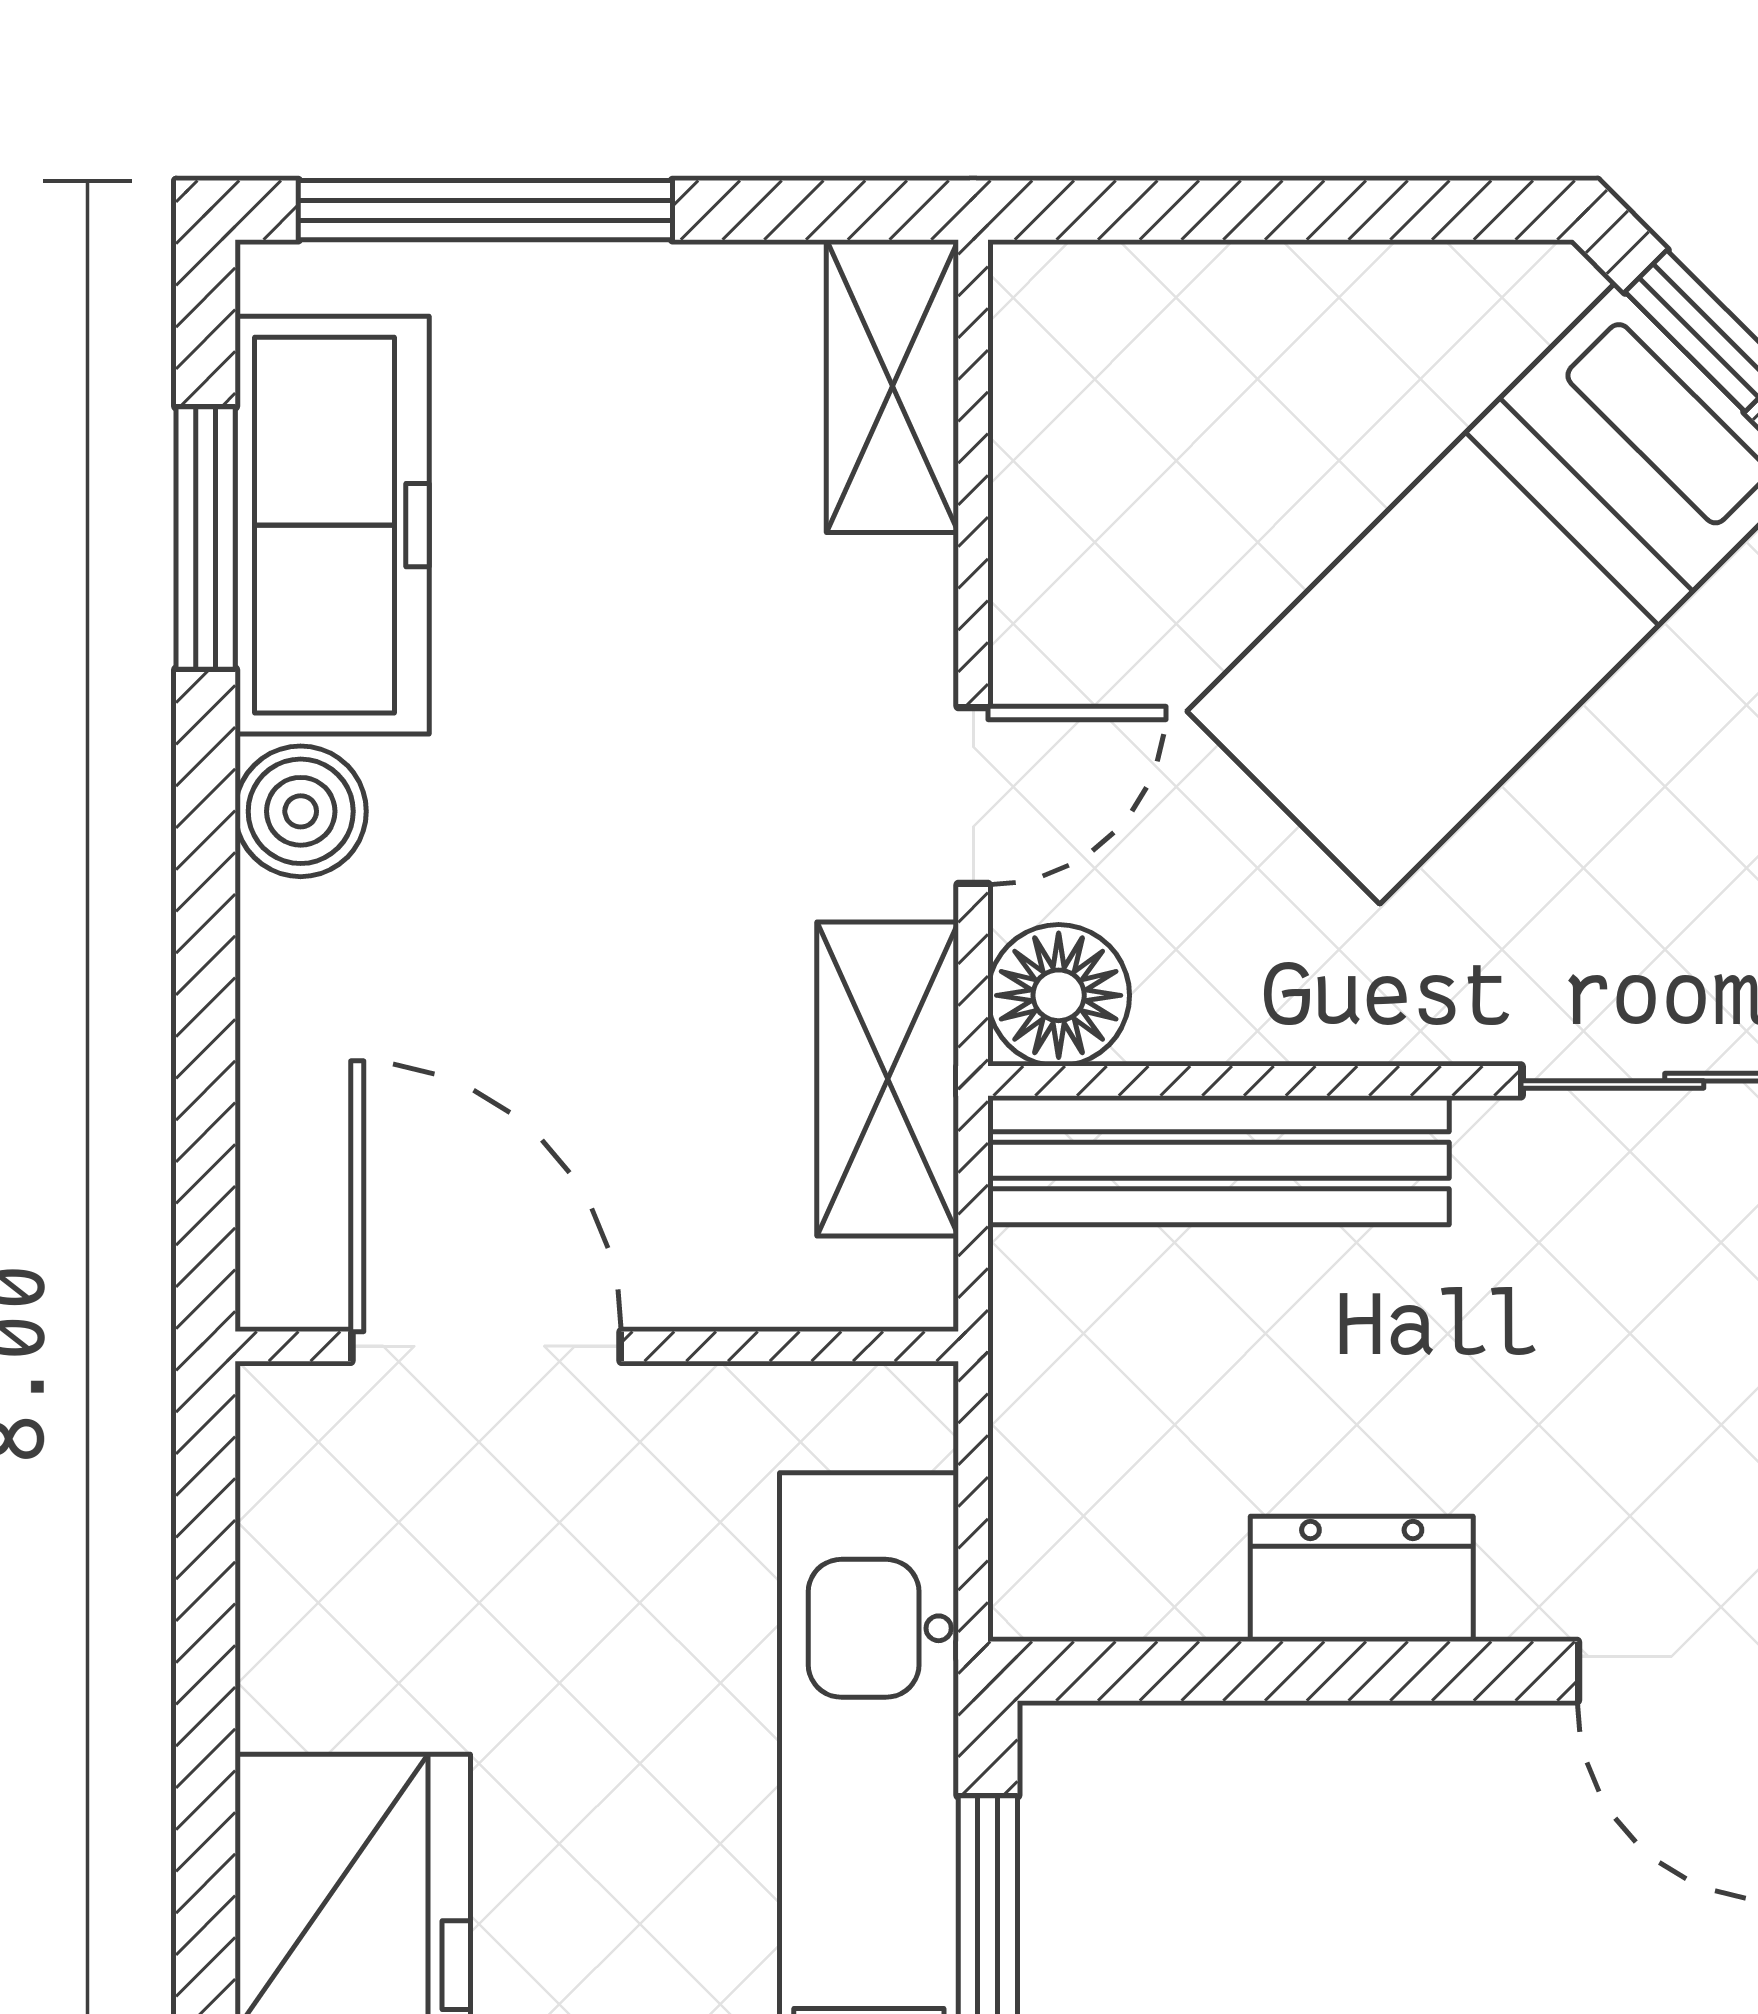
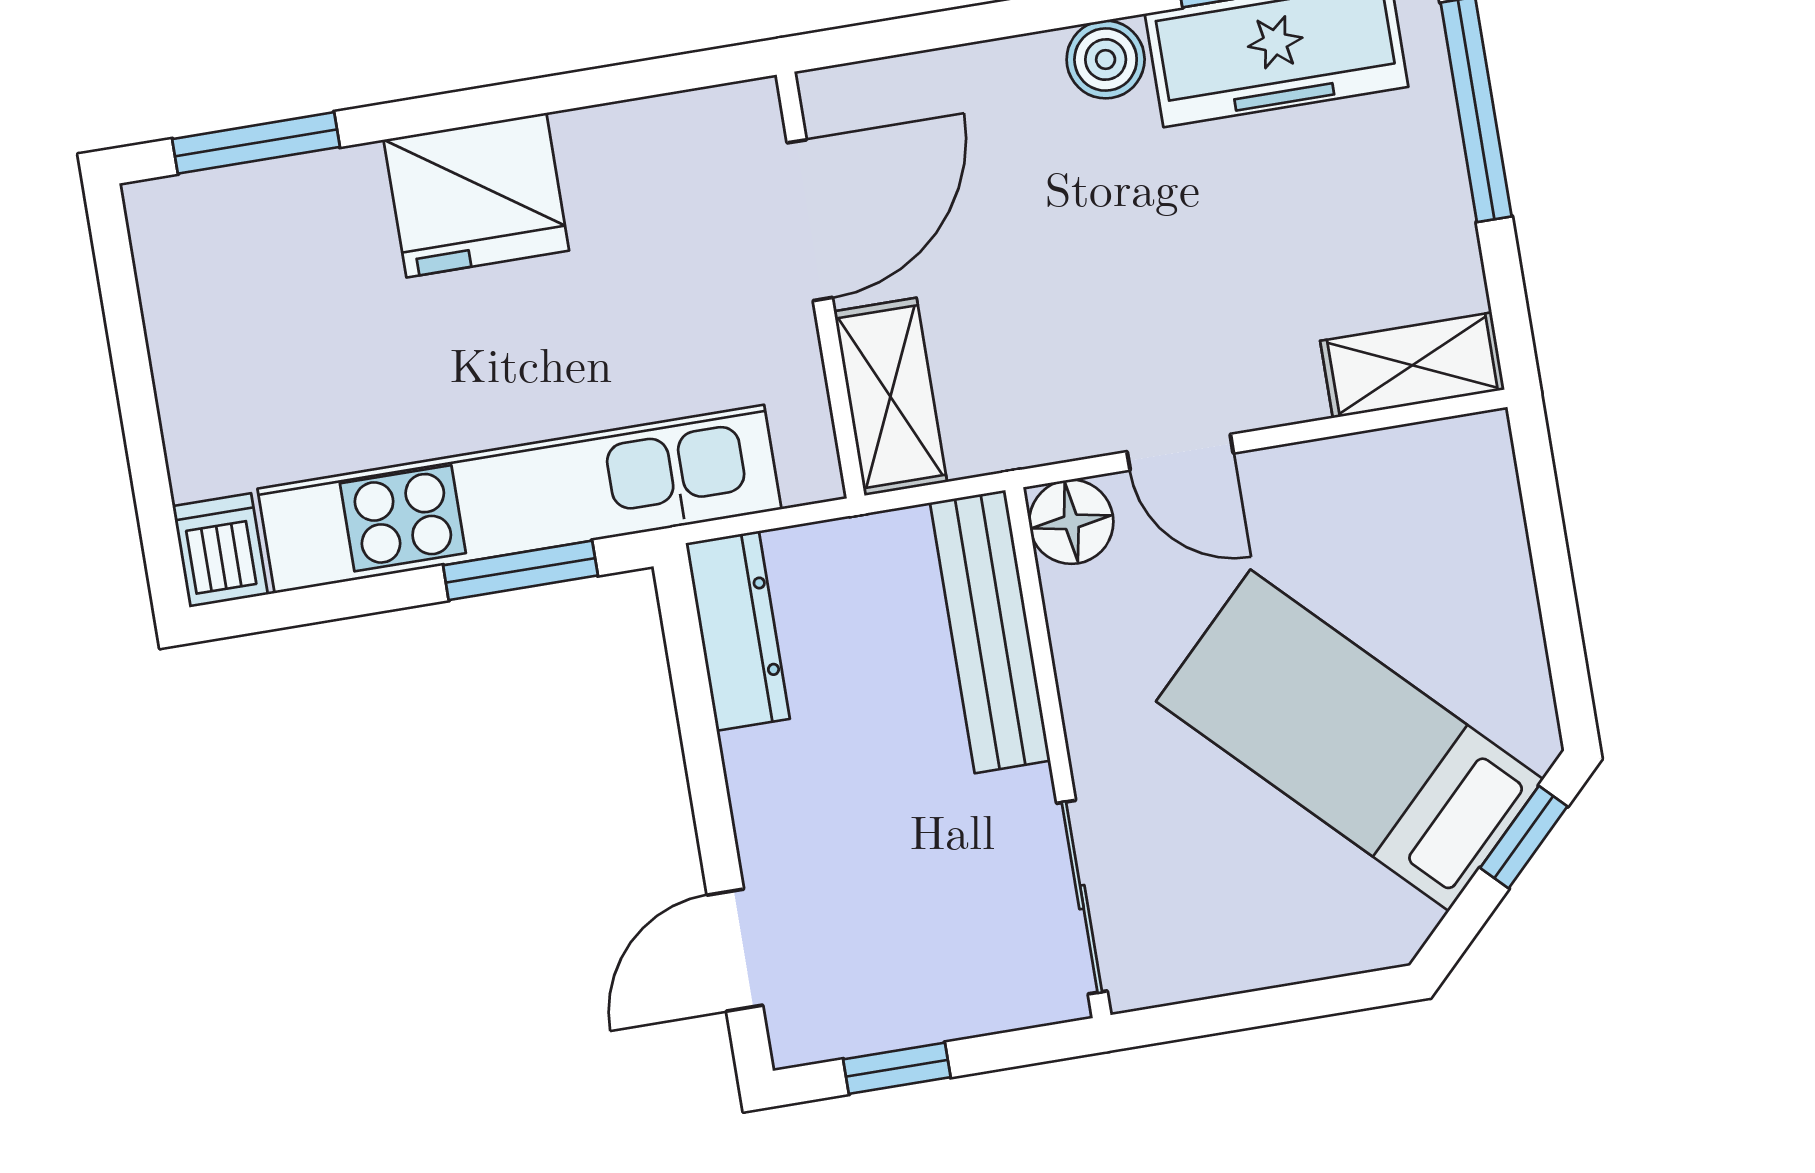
shelving: (888, 1079) -> (890, 397), moved, turned 90
dresser: (1362, 1579) -> (738, 631), moved, width x1.44

